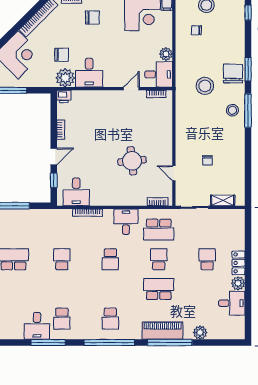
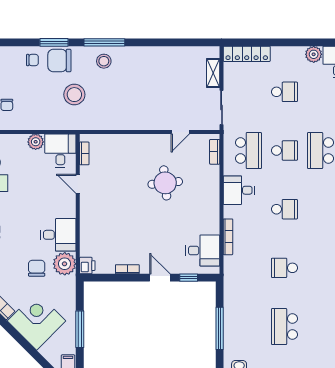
chair: (207, 160) -> (32, 60), moved
school desk: (159, 259) -> (284, 151), turned 180
school desk: (207, 259) -> (284, 92), turned 180
locker: (238, 263) -> (247, 54), moved, width x1.53

